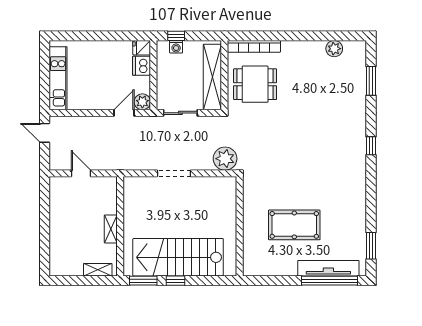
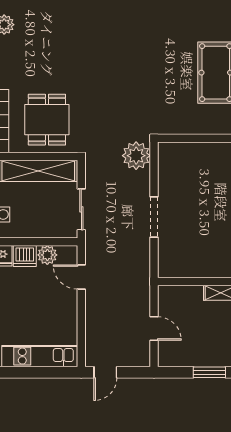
plant: (142, 102) -> (47, 255), moved
door: (81, 173) -> (154, 328), swing flipped
window: (45, 220) -> (209, 372), added

